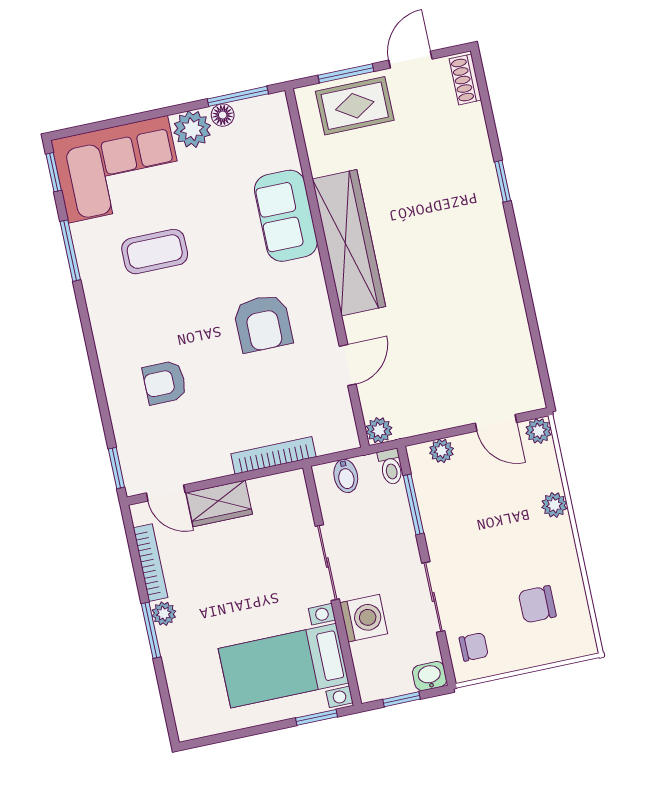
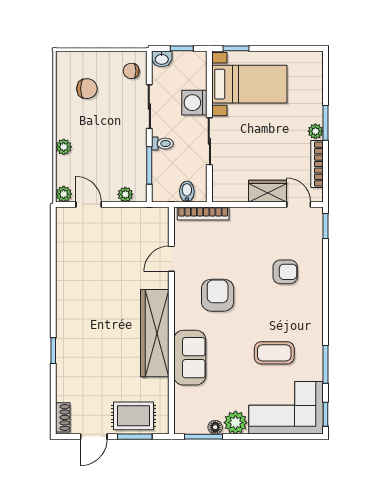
plant: (379, 430) -> (161, 215), removed
bookcase: (273, 455) -> (203, 213), moved
toilet: (391, 467) -> (162, 144), moved, turned 90

